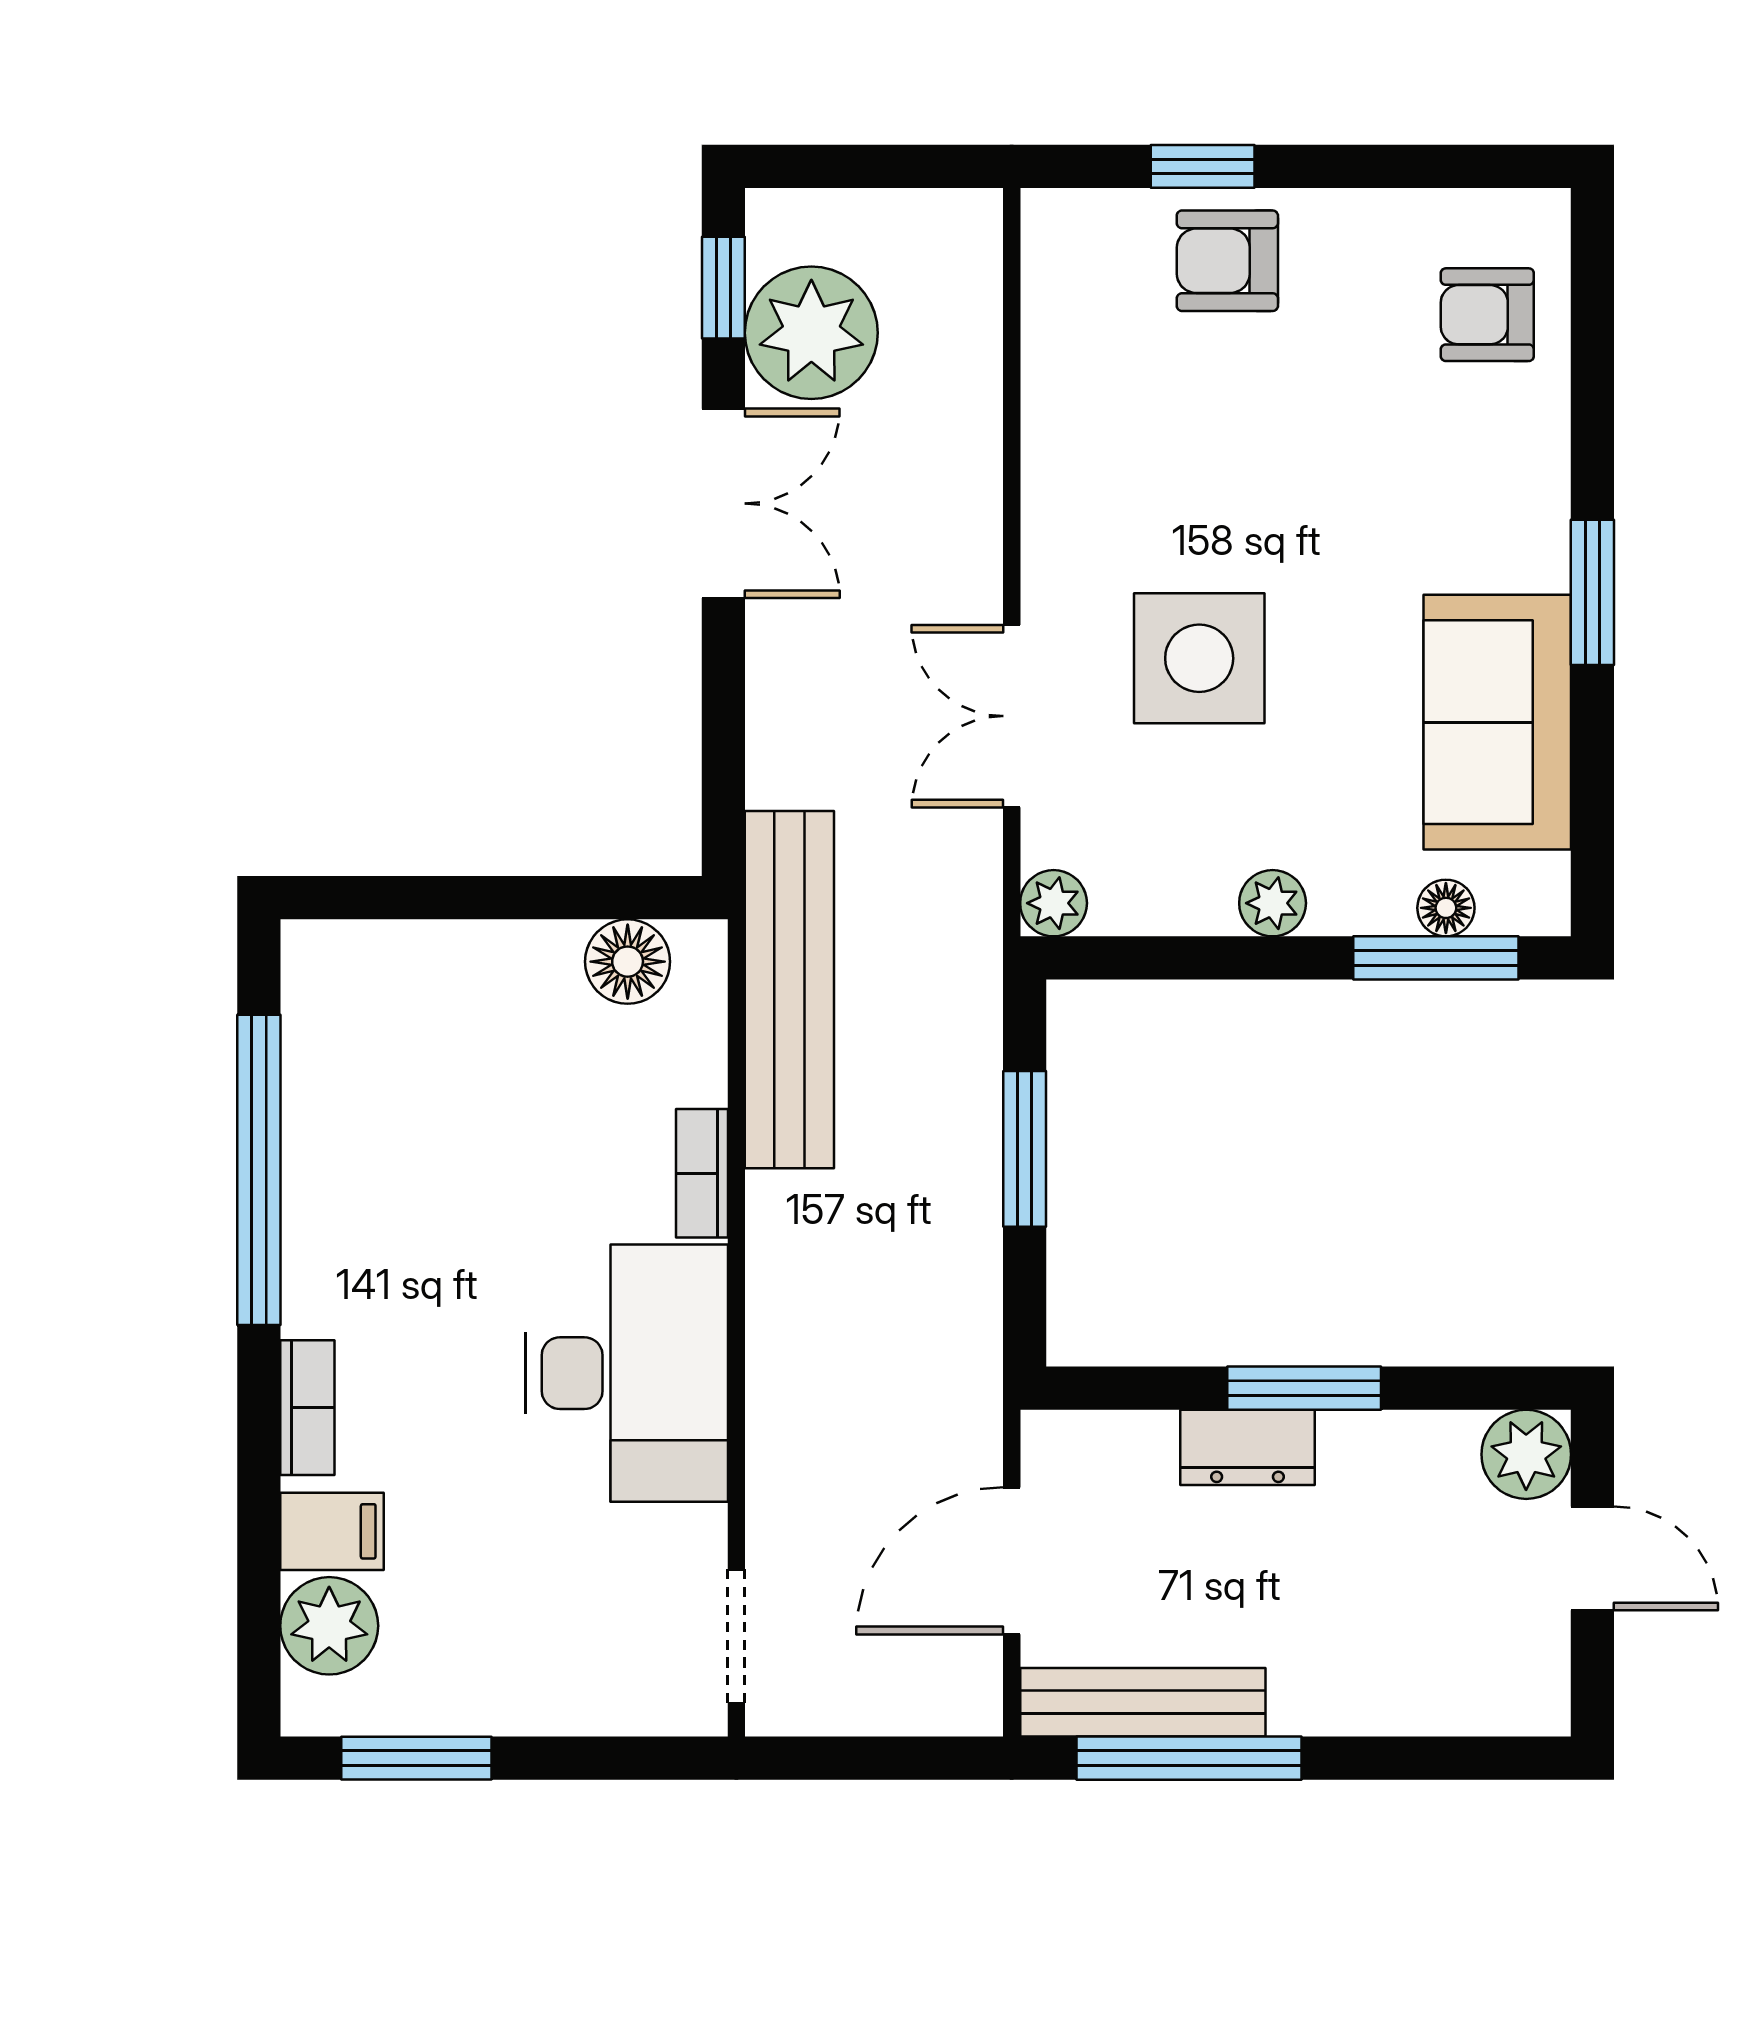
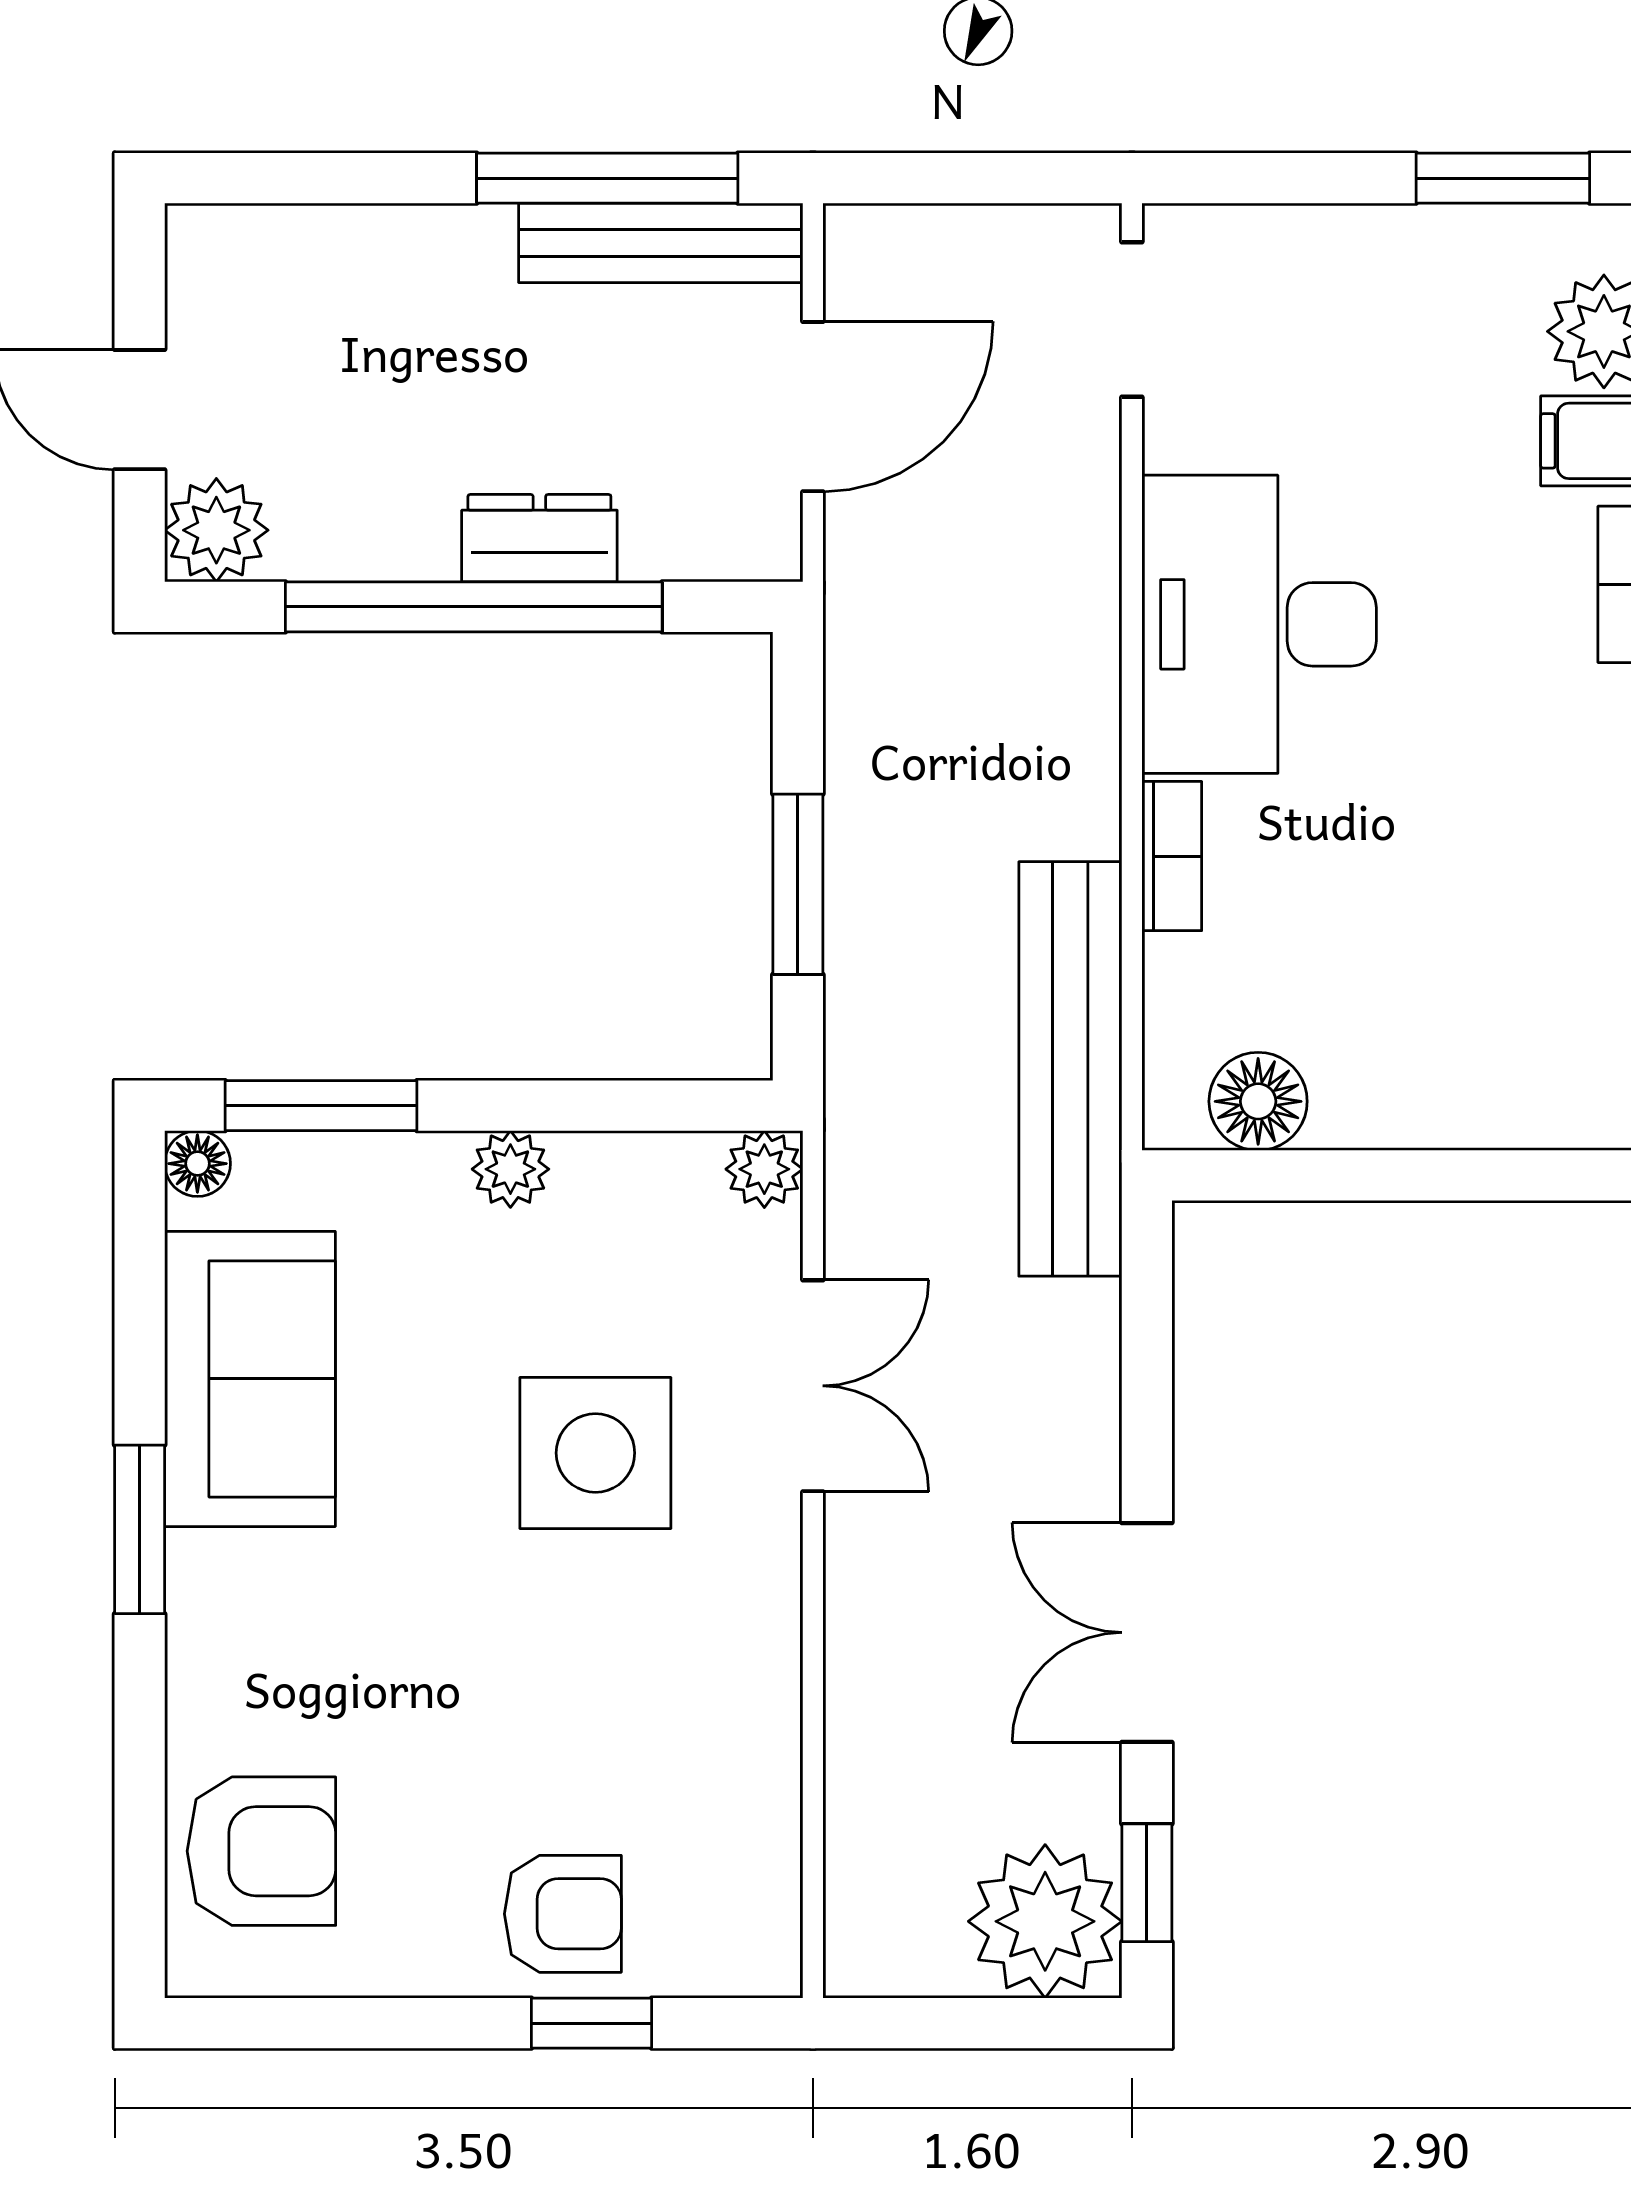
armchair: (1487, 315) -> (261, 1851), width x1.38, depth x1.38
plant: (811, 333) -> (1045, 1921), moved
floor lamp: (1446, 908) -> (197, 1164), moved
window: (1304, 1388) -> (474, 607), width x2.11

